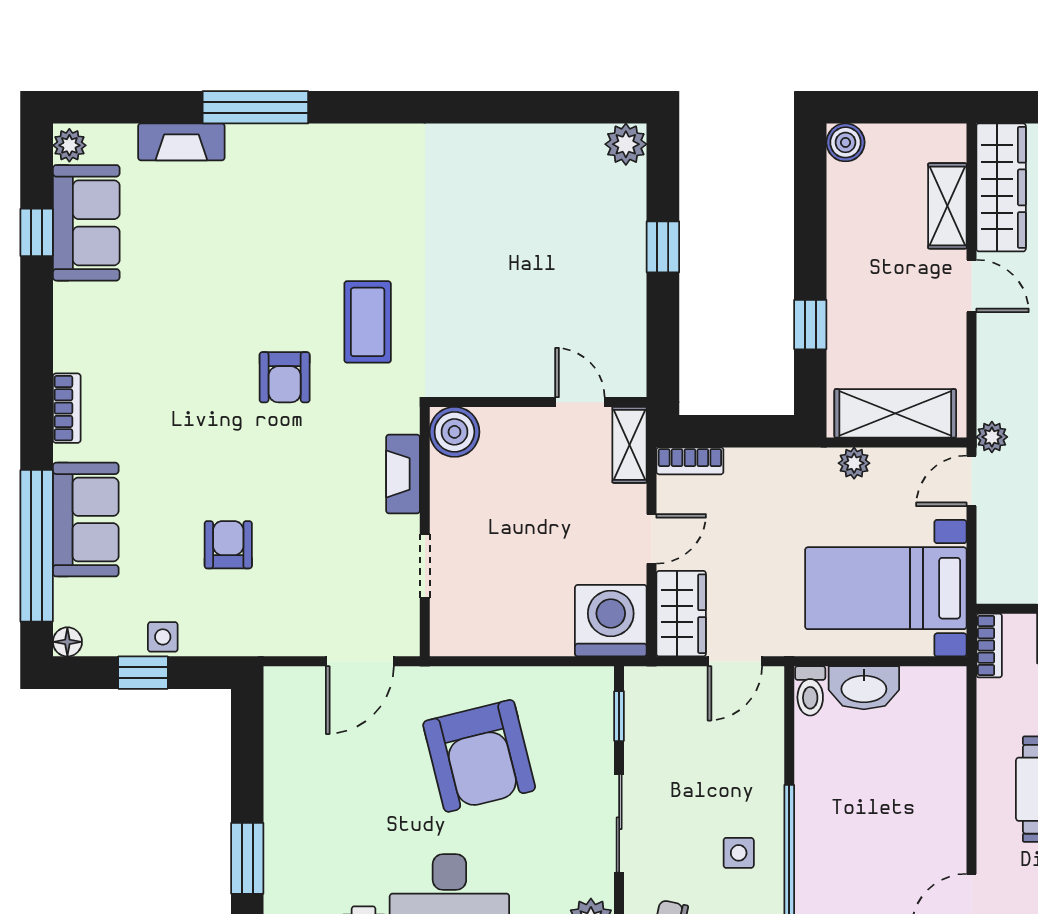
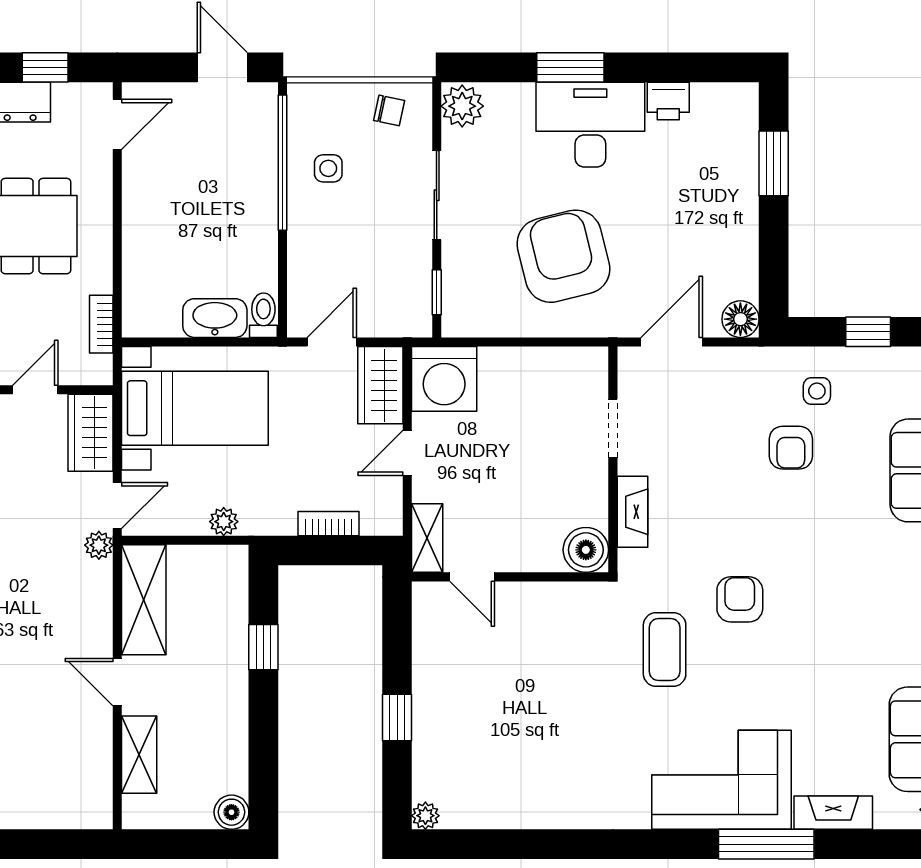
plant: (626, 144) -> (425, 816), width x0.73, depth x0.73
corner sofa: (305, 178) -> (722, 780), added
wardrobe: (1001, 187) -> (90, 433), moved, width x0.67
shelving: (895, 413) -> (144, 600), moved, turned 90
bookcase: (690, 461) -> (329, 524), moved
side table: (163, 637) -> (817, 391), moved
bookcase: (989, 645) -> (101, 324), moved
floor lamp: (284, 687) -> (740, 319), added

